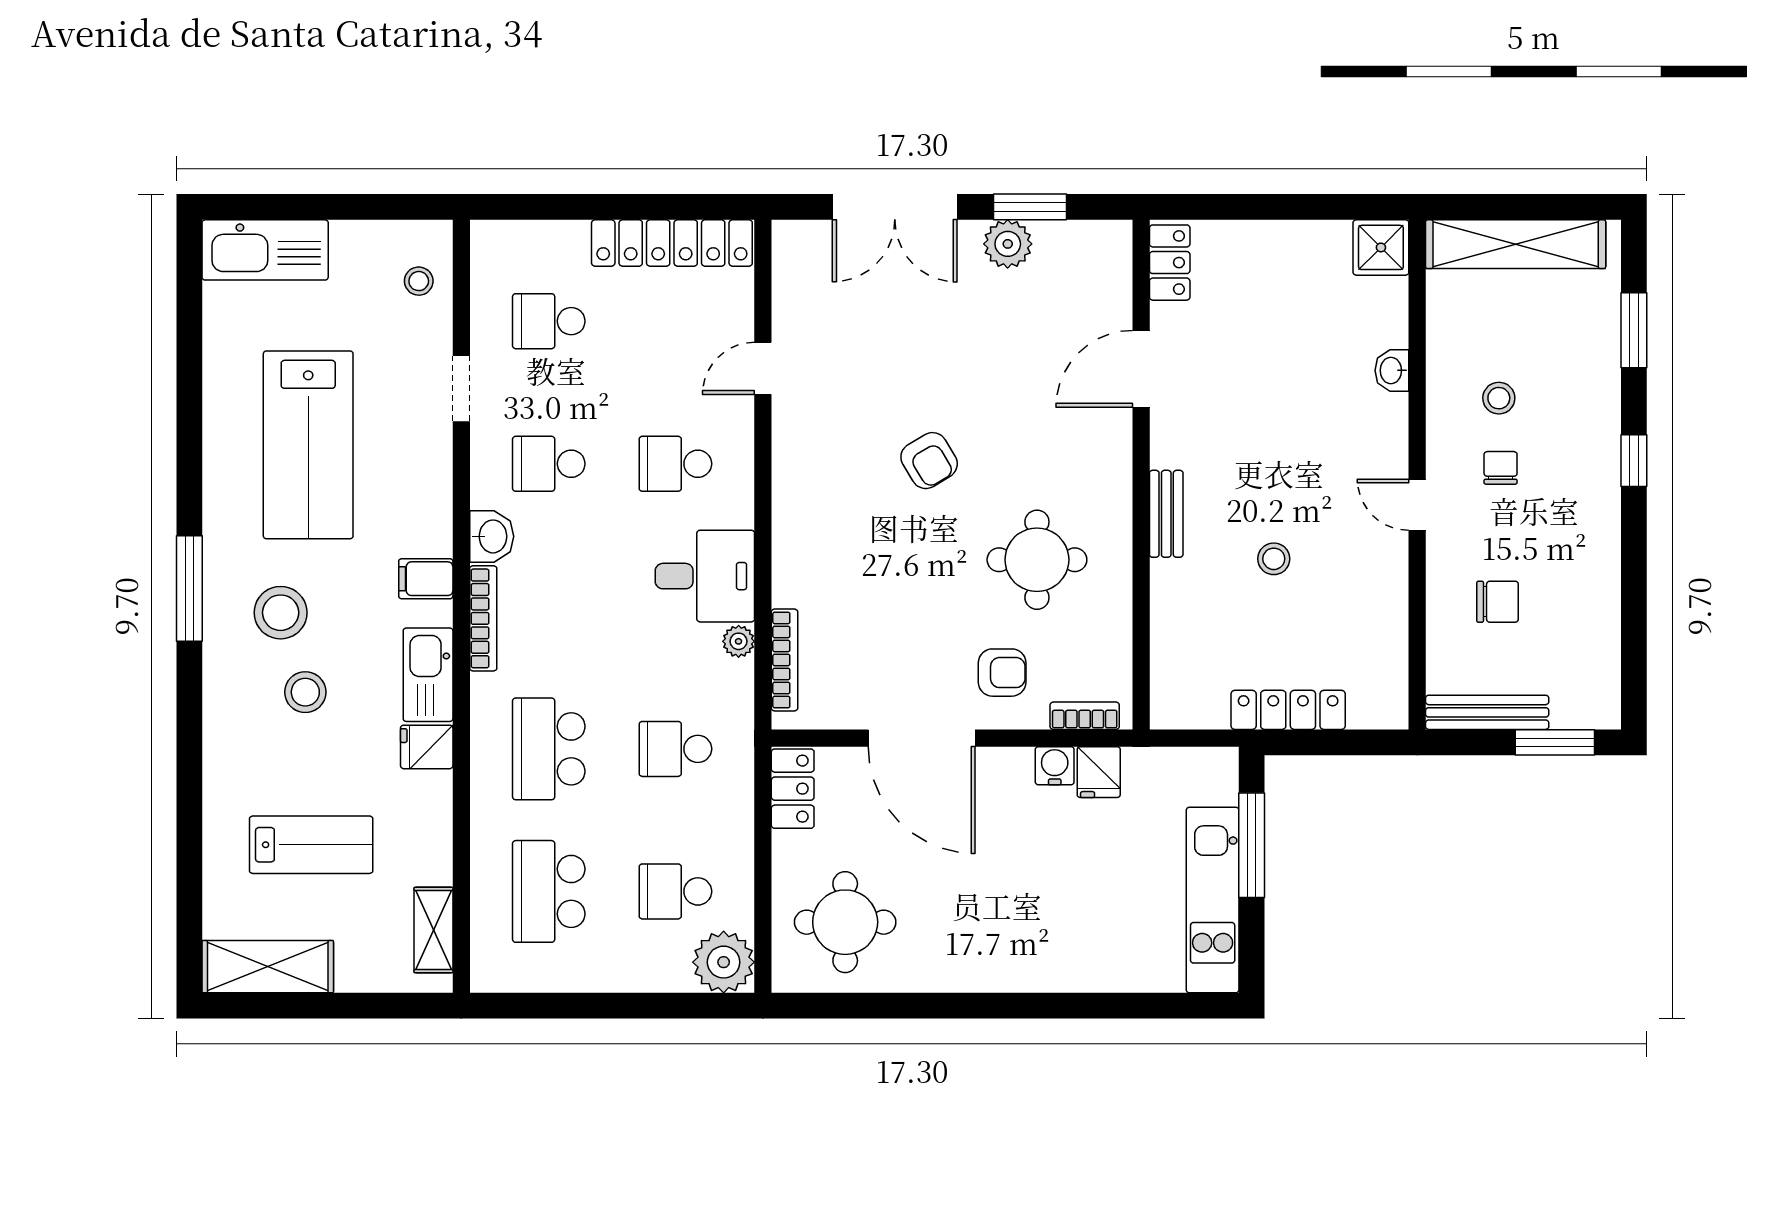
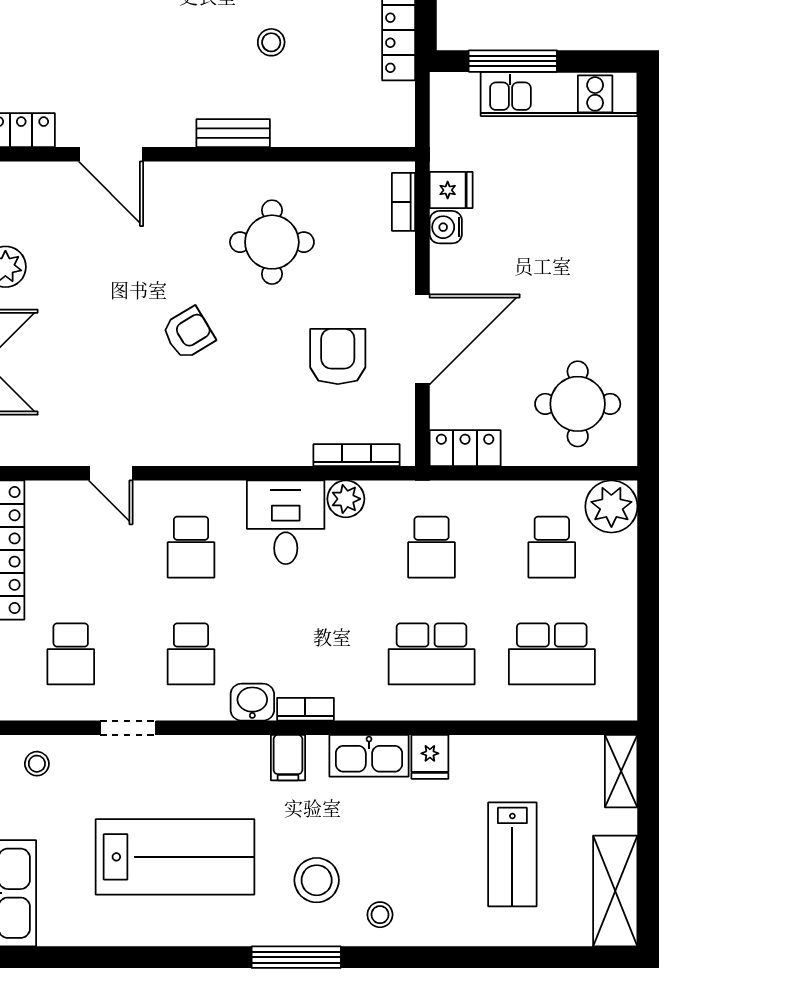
bookcase: (483, 618) -> (305, 709), width x0.64
plant: (739, 641) -> (346, 499), width x1.38, depth x1.38
armchair: (1002, 673) -> (338, 356), moved, width x1.38, depth x1.38
stool: (305, 692) -> (380, 915), moved, width x0.73, depth x0.73
lab bench: (311, 845) -> (512, 854), turned 180
shelving: (433, 930) -> (621, 771), moved, turned 90

